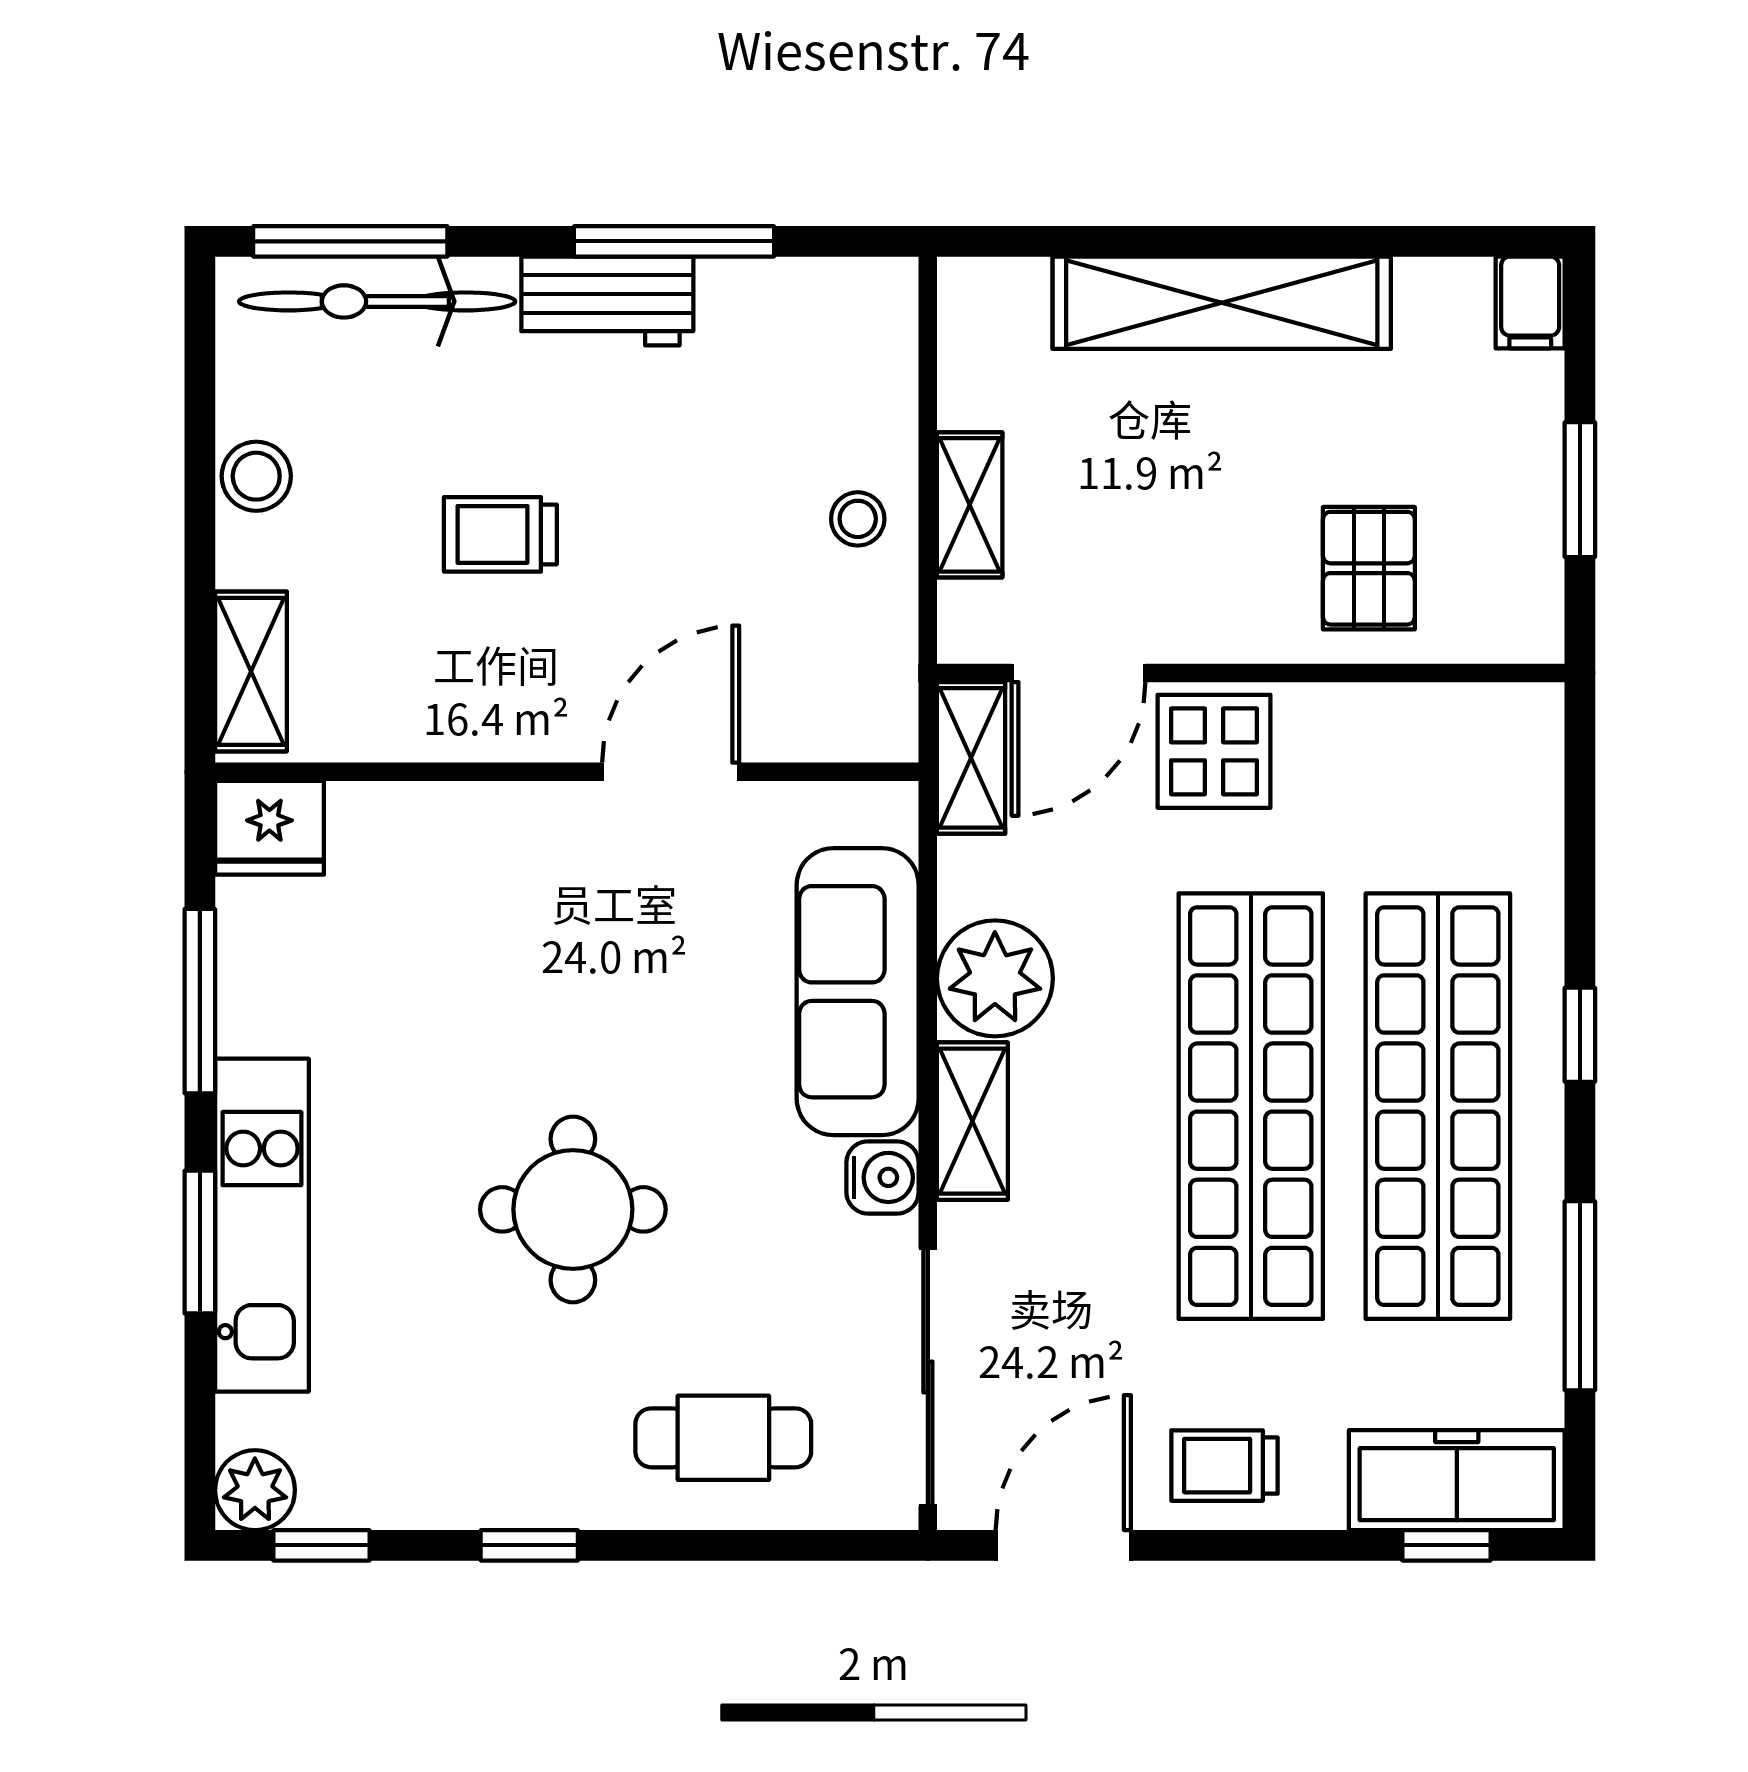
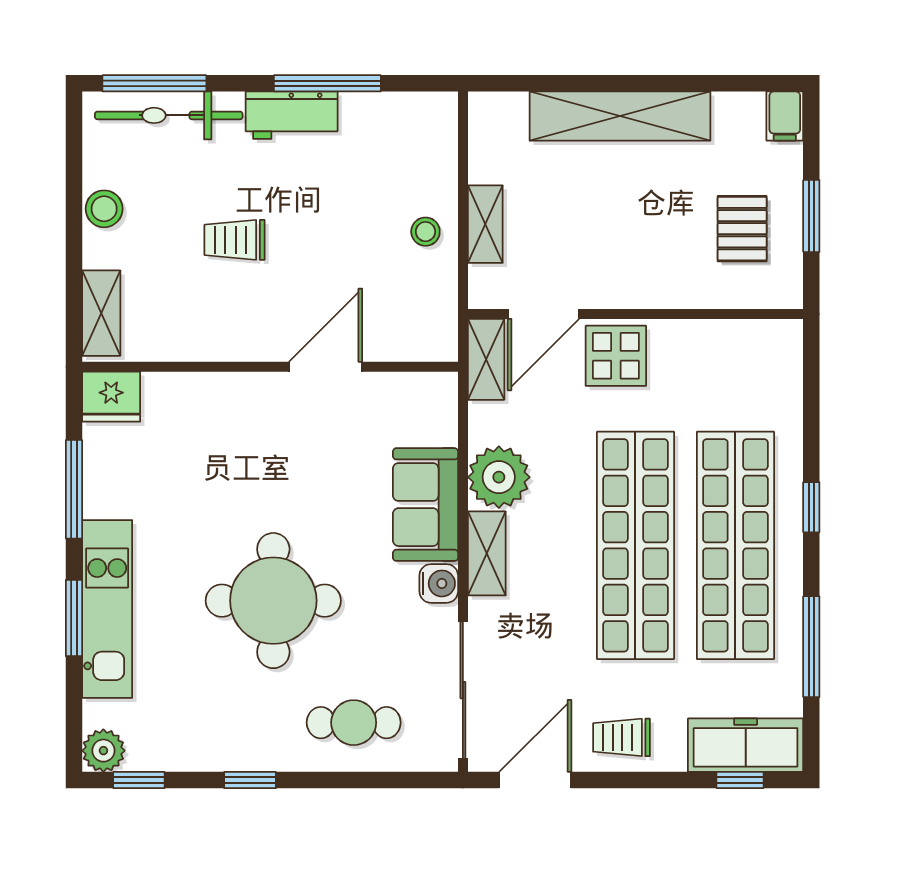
pallet: (1369, 568) -> (742, 229), moved
sofa: (858, 992) -> (425, 505), width x0.73
round table: (573, 1209) -> (273, 601), width x1.36, depth x1.36

